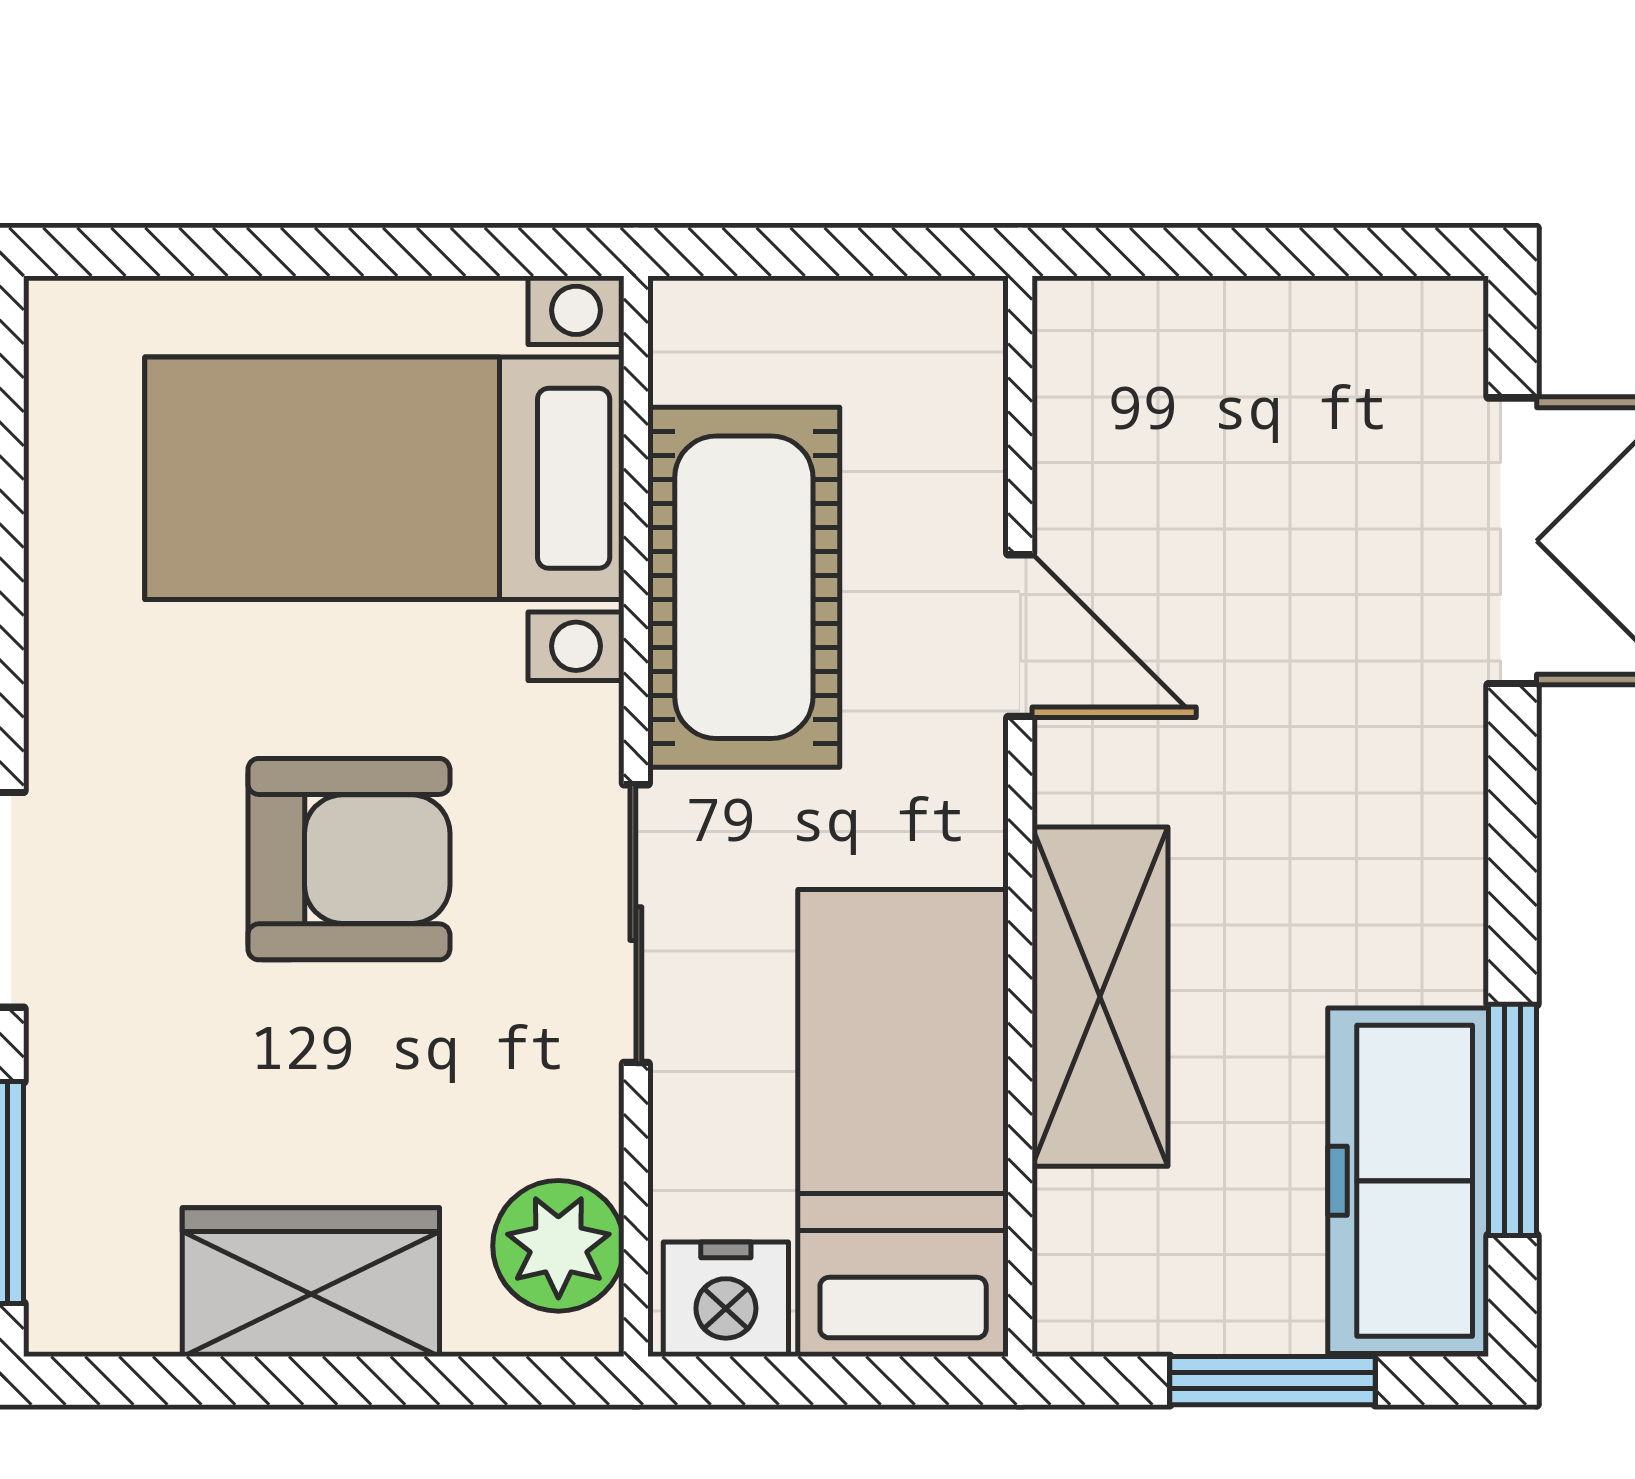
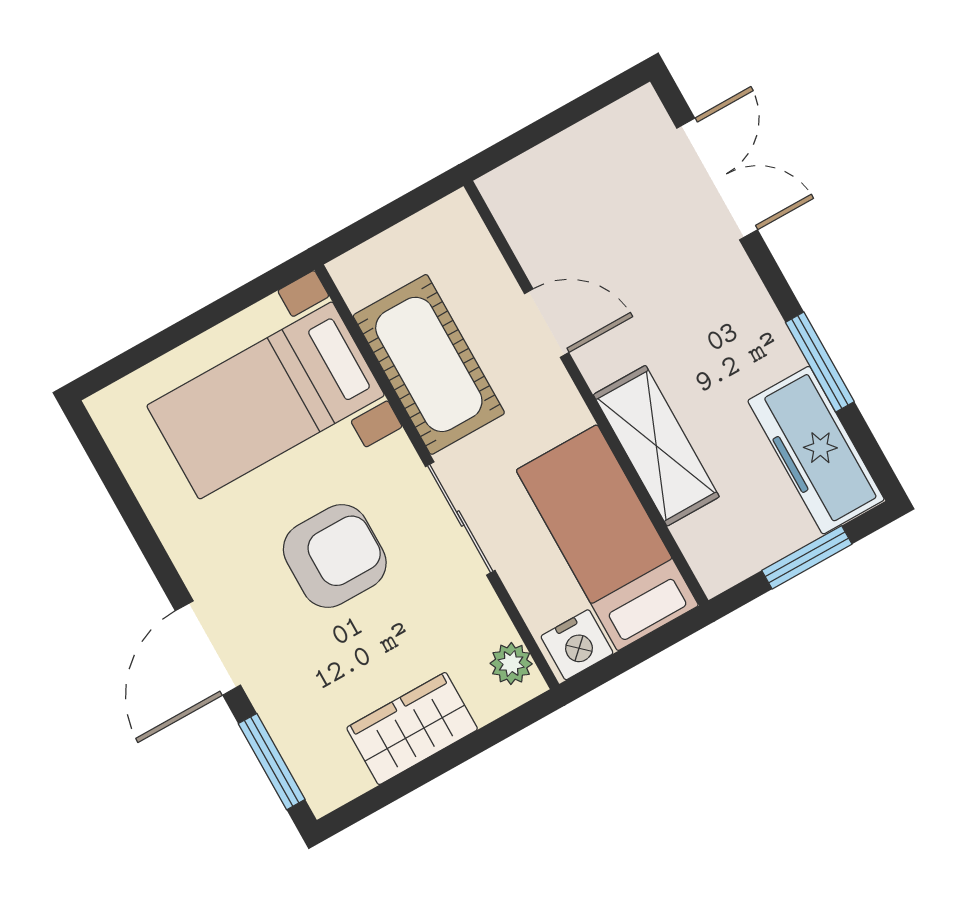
window: (1513, 1120) -> (820, 362), moved
plant: (558, 1246) -> (511, 664), width x0.73, depth x0.73

